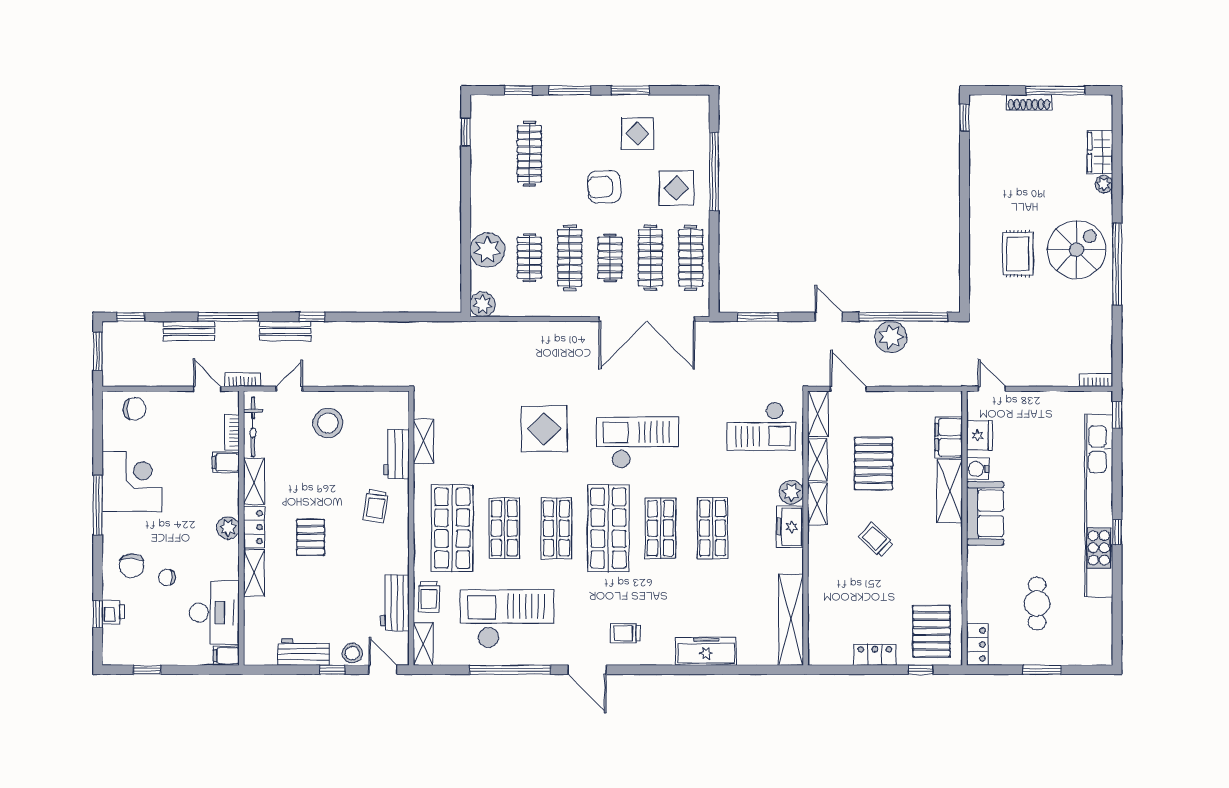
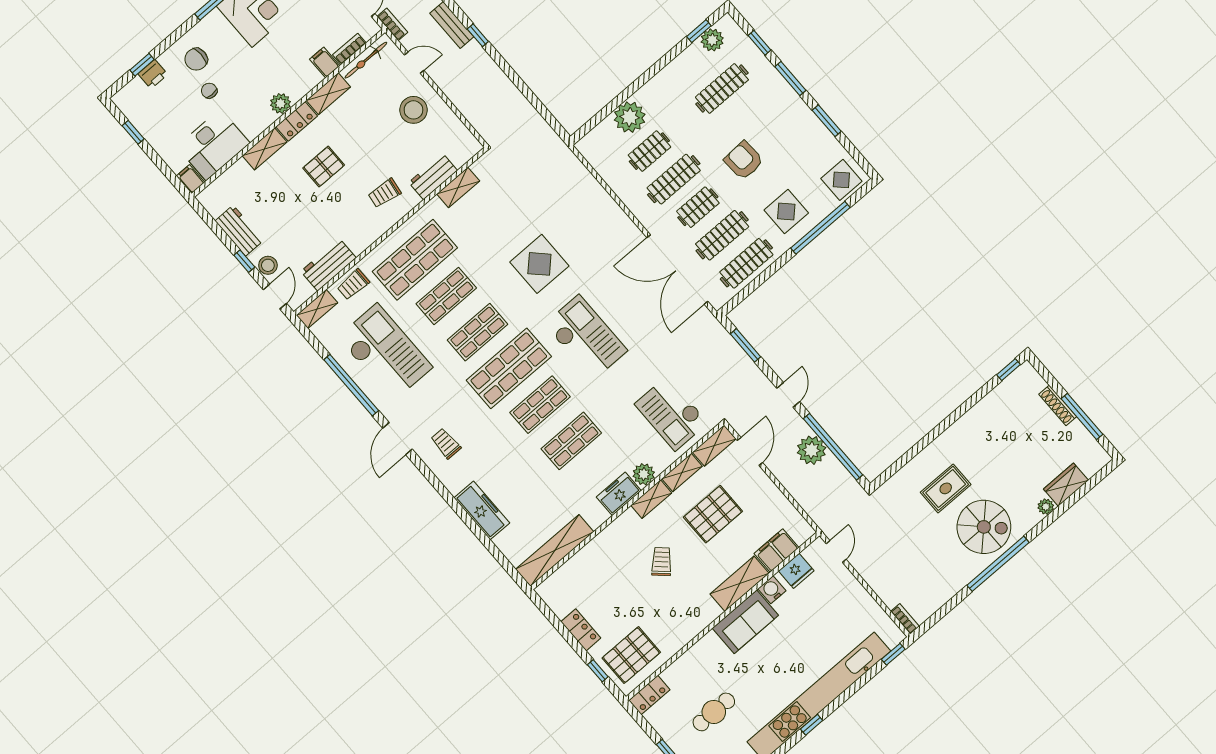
display table: (638, 134) -> (841, 180), moved
plant: (483, 304) -> (712, 40), moved

